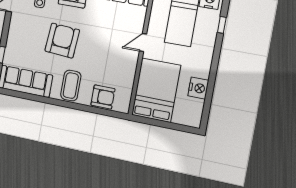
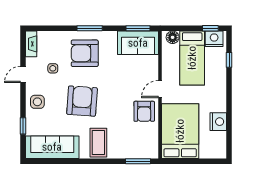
side table: (19, 33) -> (37, 102), added
armchair: (103, 97) -> (144, 111), moved, turned 90
window: (107, 113) -> (138, 161), added

